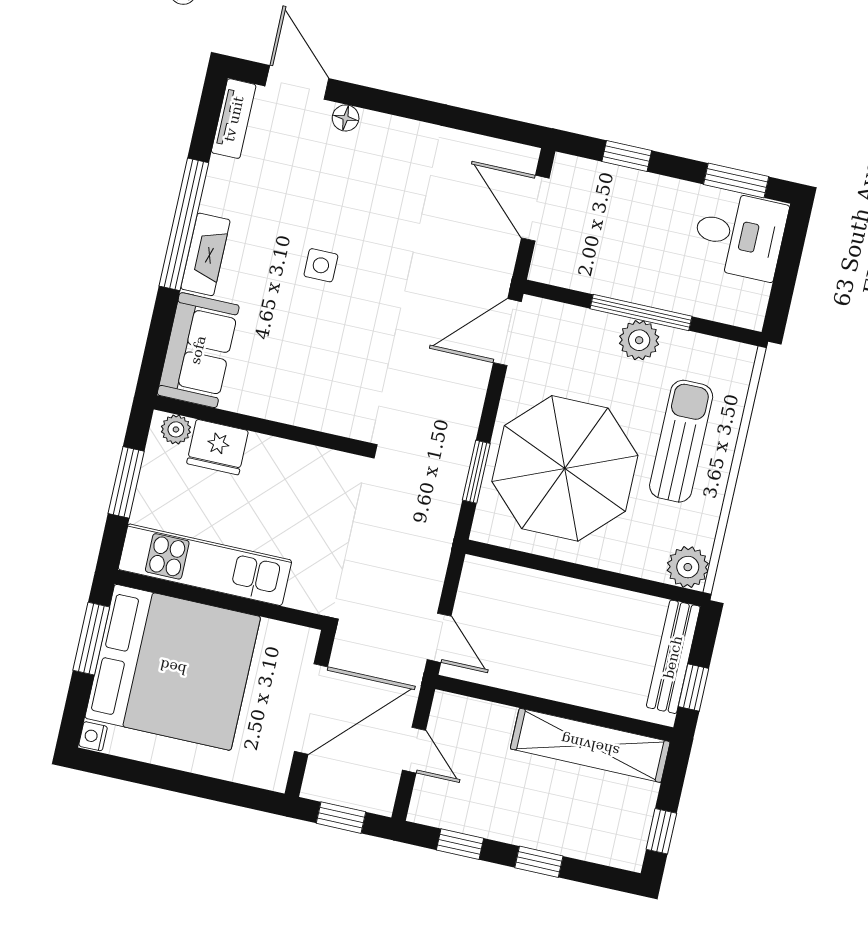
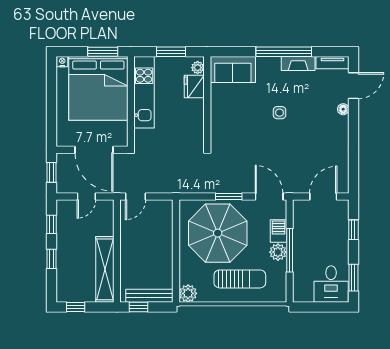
fireplace: (205, 254) -> (298, 64), moved
barbecue: (591, 328) -> (278, 231), added
window: (476, 472) -> (229, 197), moved

